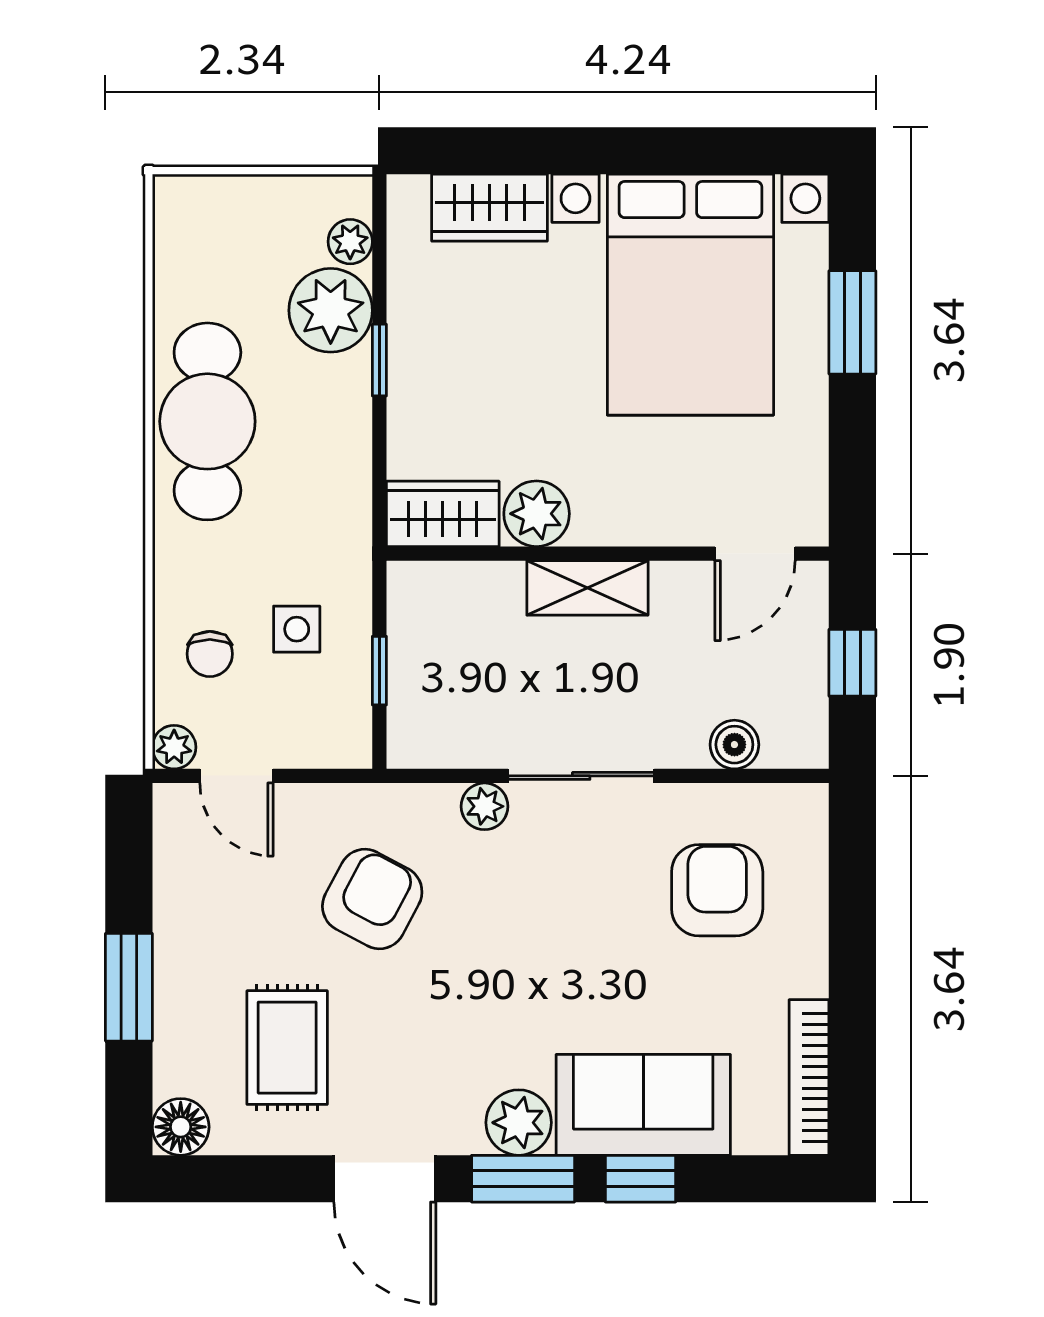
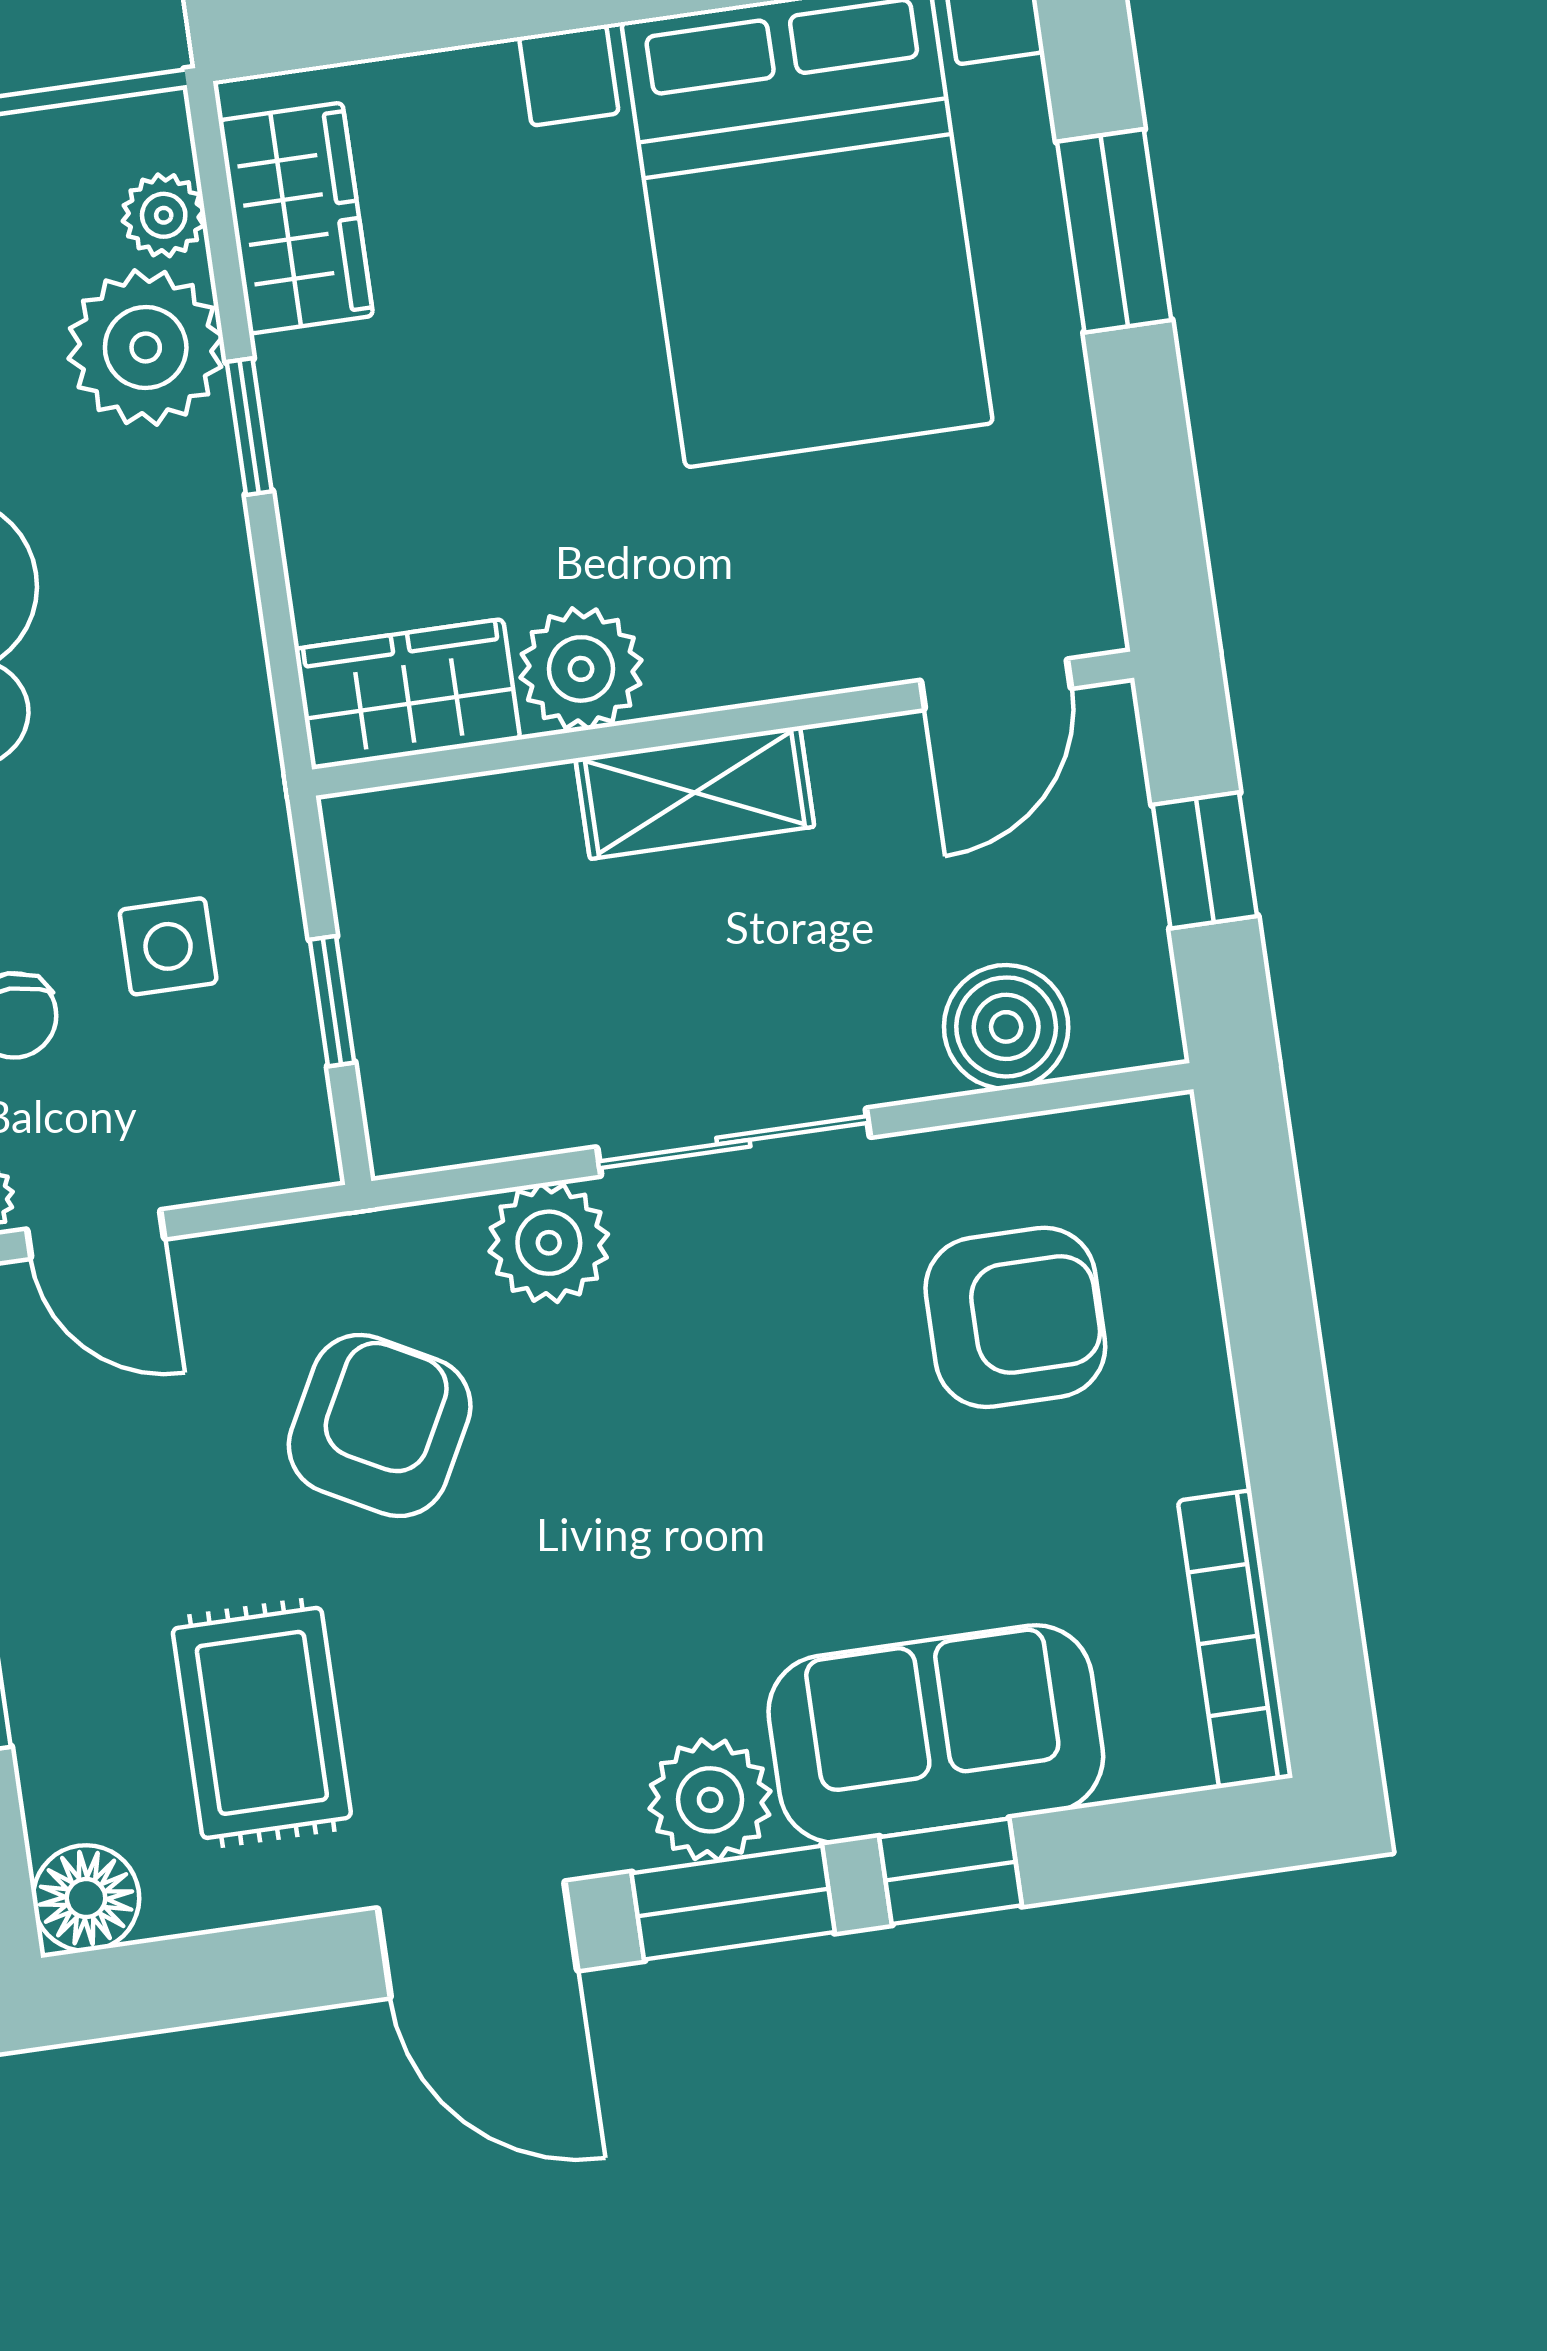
wardrobe: (489, 208) -> (296, 218), moved, turned -90
boiler: (734, 745) -> (1006, 1027), width x1.36, depth x1.36
plant: (484, 806) -> (549, 1243), width x1.38, depth x1.38
armchair: (717, 890) -> (1015, 1317), turned 90

